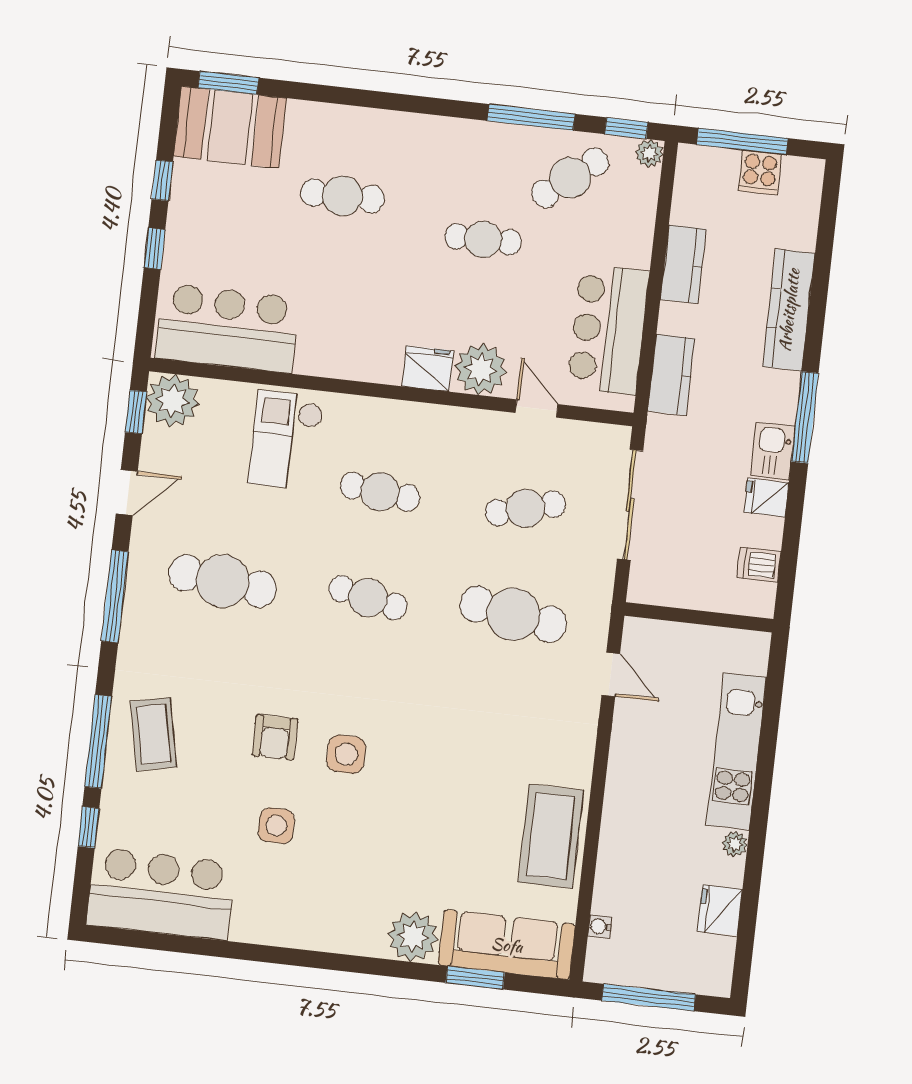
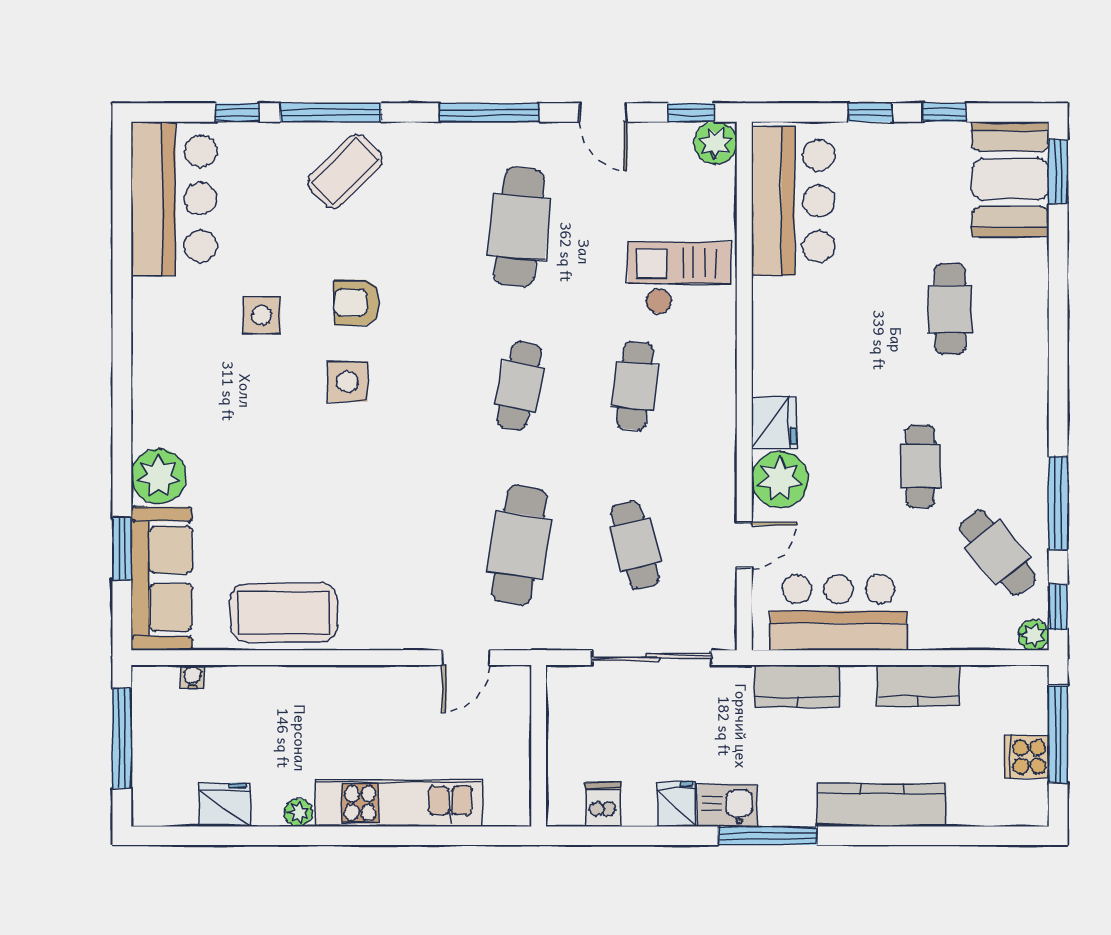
plant: (173, 401) -> (716, 143), width x0.73, depth x0.73
coffee table: (154, 734) -> (345, 171), turned -33

